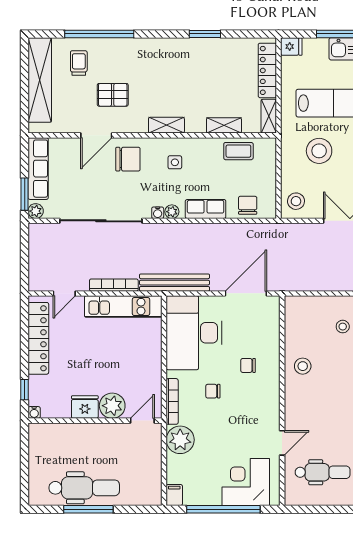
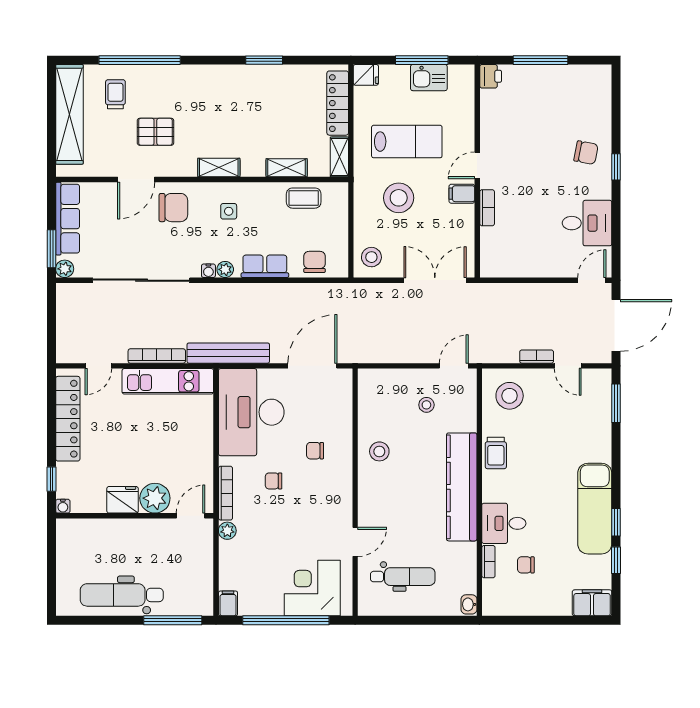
plant: (180, 440) -> (227, 531), width x0.53, depth x0.53
dental chair: (84, 488) -> (122, 595), turned 180
window: (88, 509) -> (173, 620), moved

